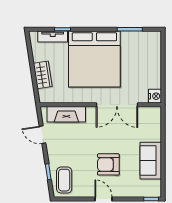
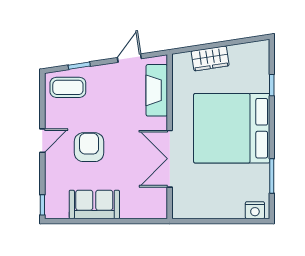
tv unit: (53, 36) -> (262, 72), removed
nightstand: (155, 96) -> (255, 210), moved

